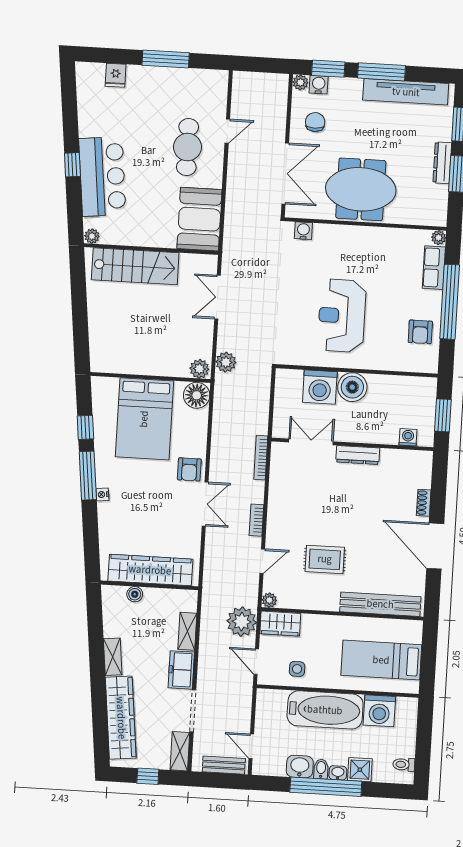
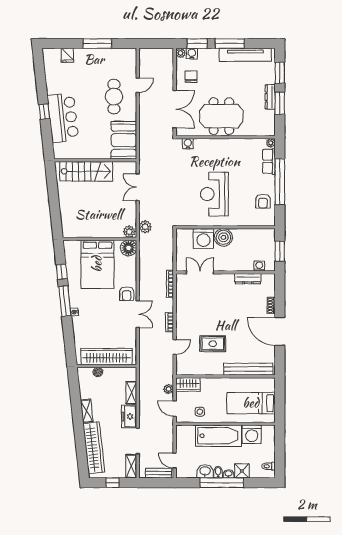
plant: (92, 236) -> (59, 155), removed
dresser: (358, 455) -> (248, 279), moved
plant: (269, 600) -> (180, 371), removed
plant: (242, 622) -> (169, 389), width x0.53, depth x0.53

